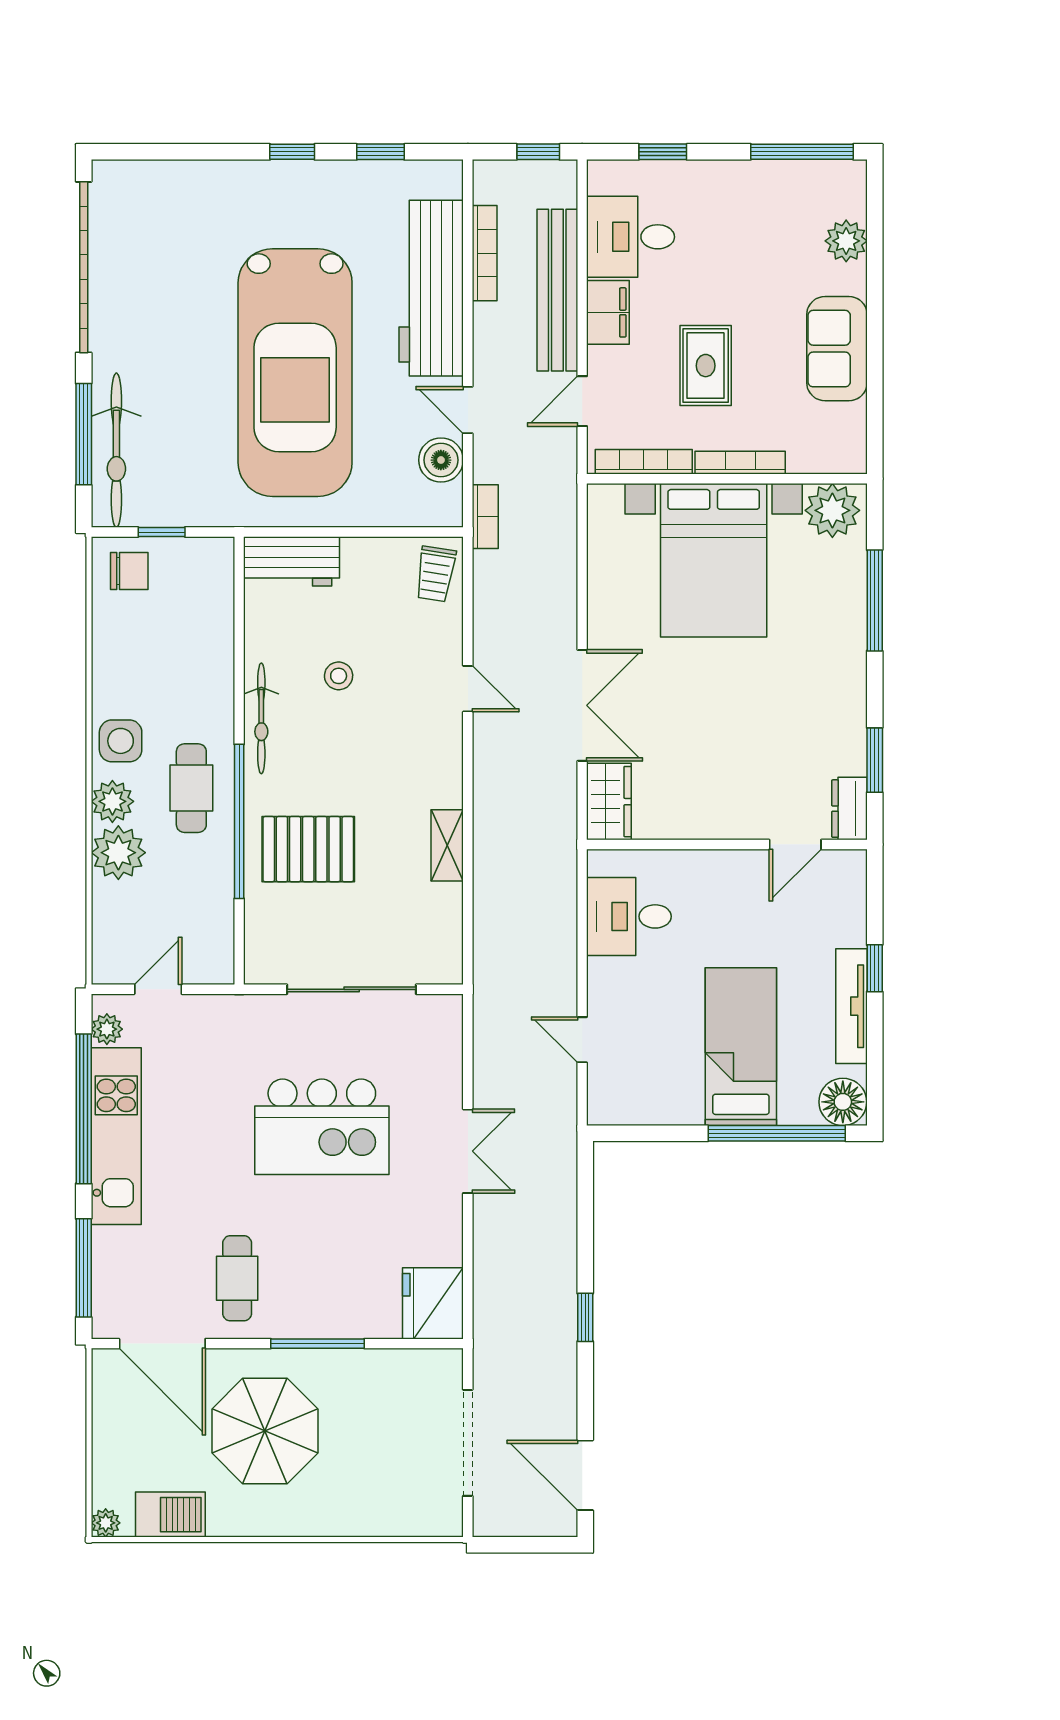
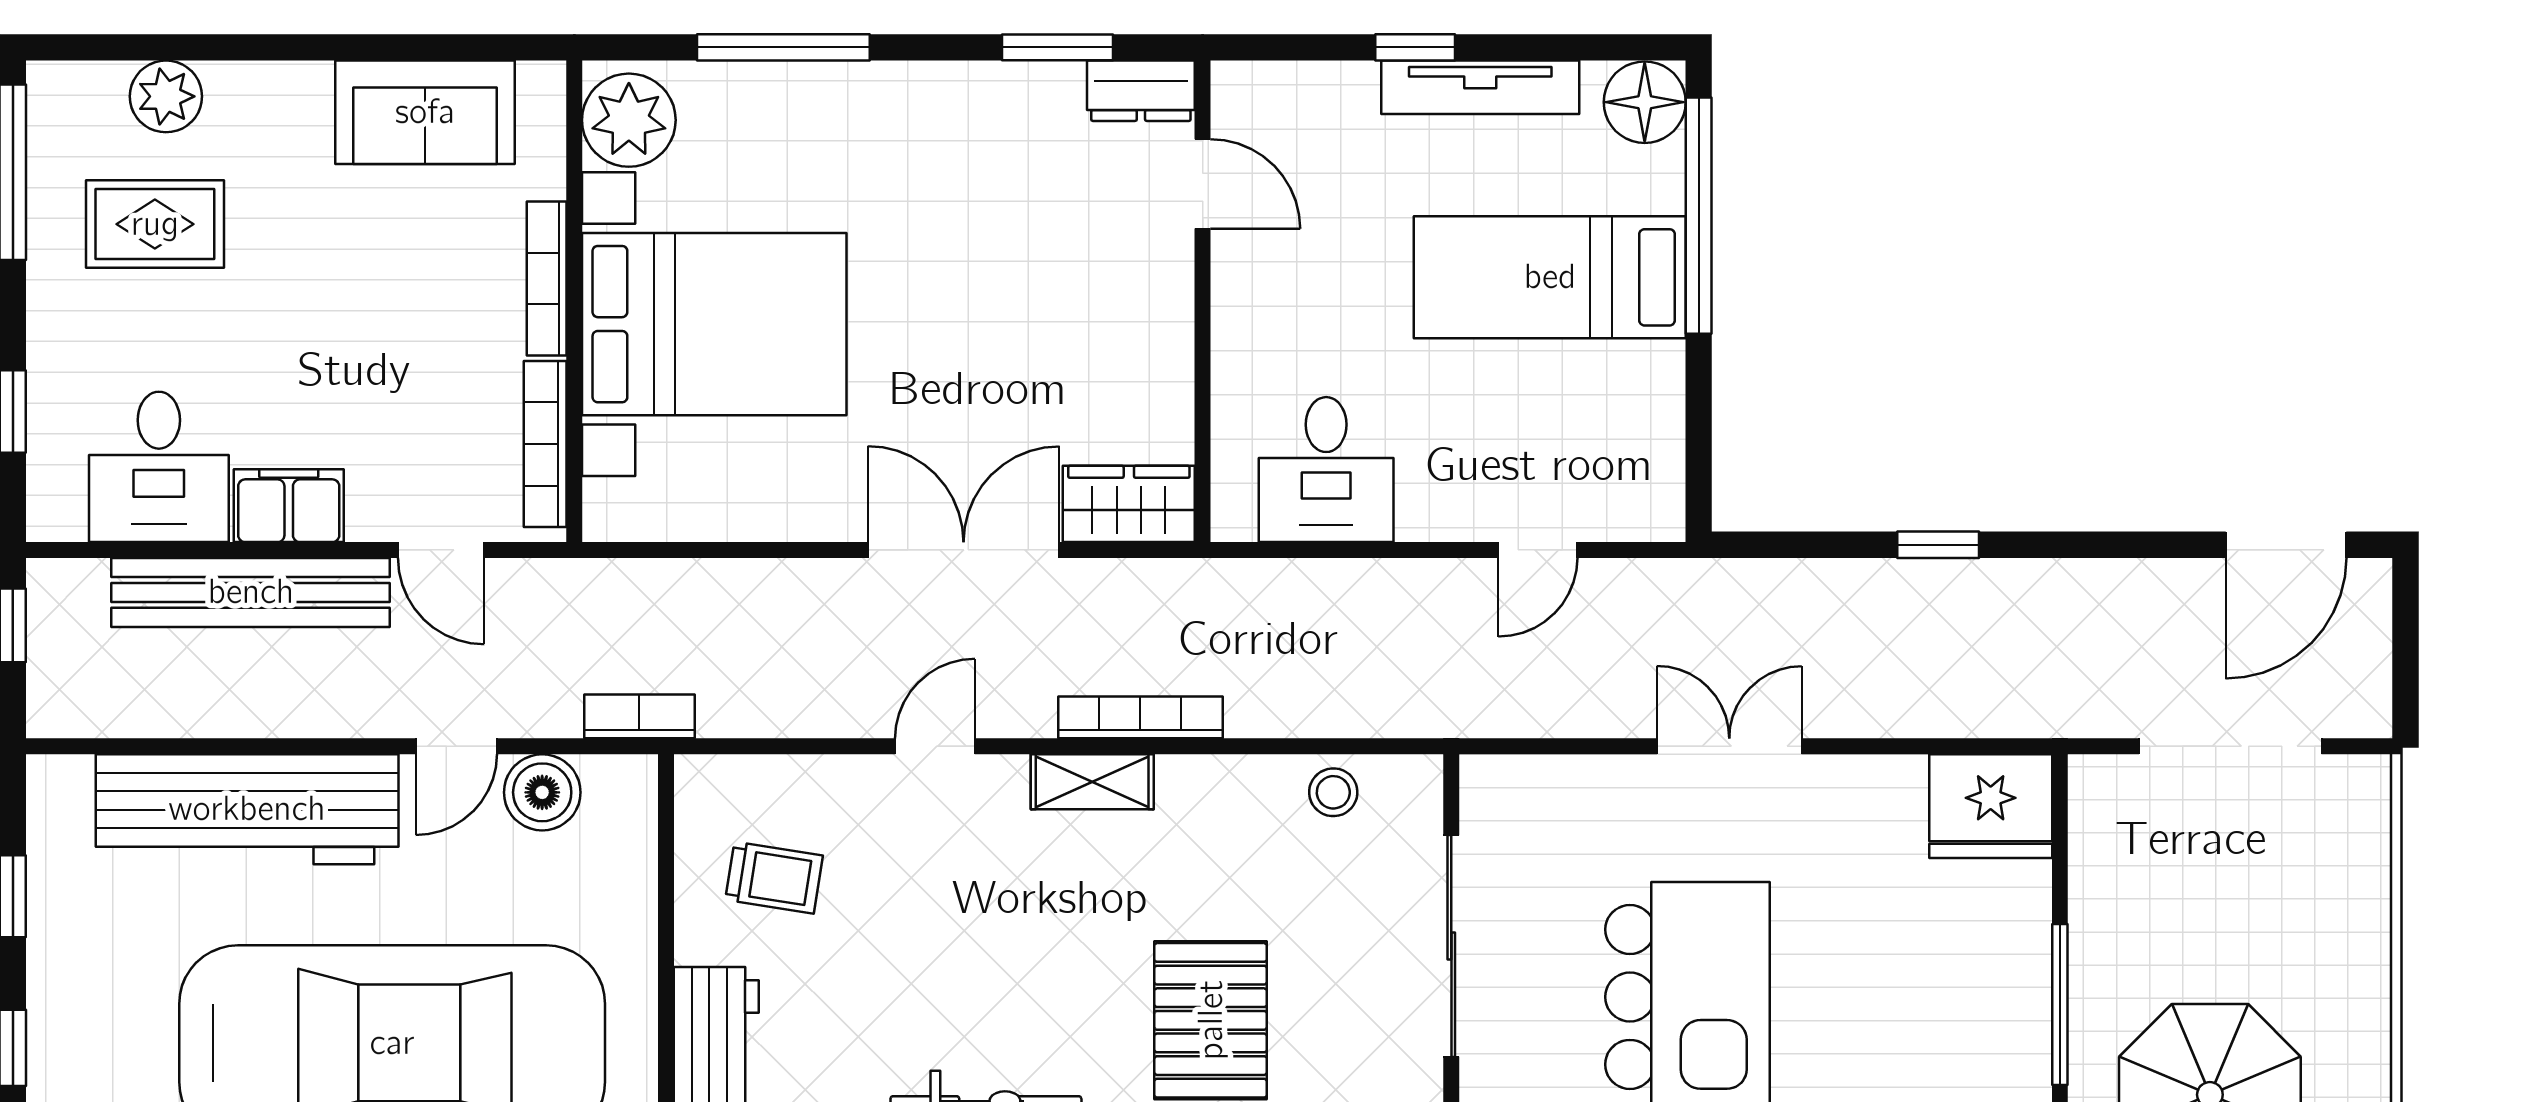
bookcase: (485, 253) -> (1140, 717), moved
sofa: (837, 349) -> (425, 112), moved
rug: (706, 366) -> (155, 224), moved
trolley: (436, 574) -> (774, 878), moved
stool: (339, 676) -> (1333, 792), moved
shelving: (447, 845) -> (1092, 782), moved
window: (585, 1317) -> (1938, 545), moved

